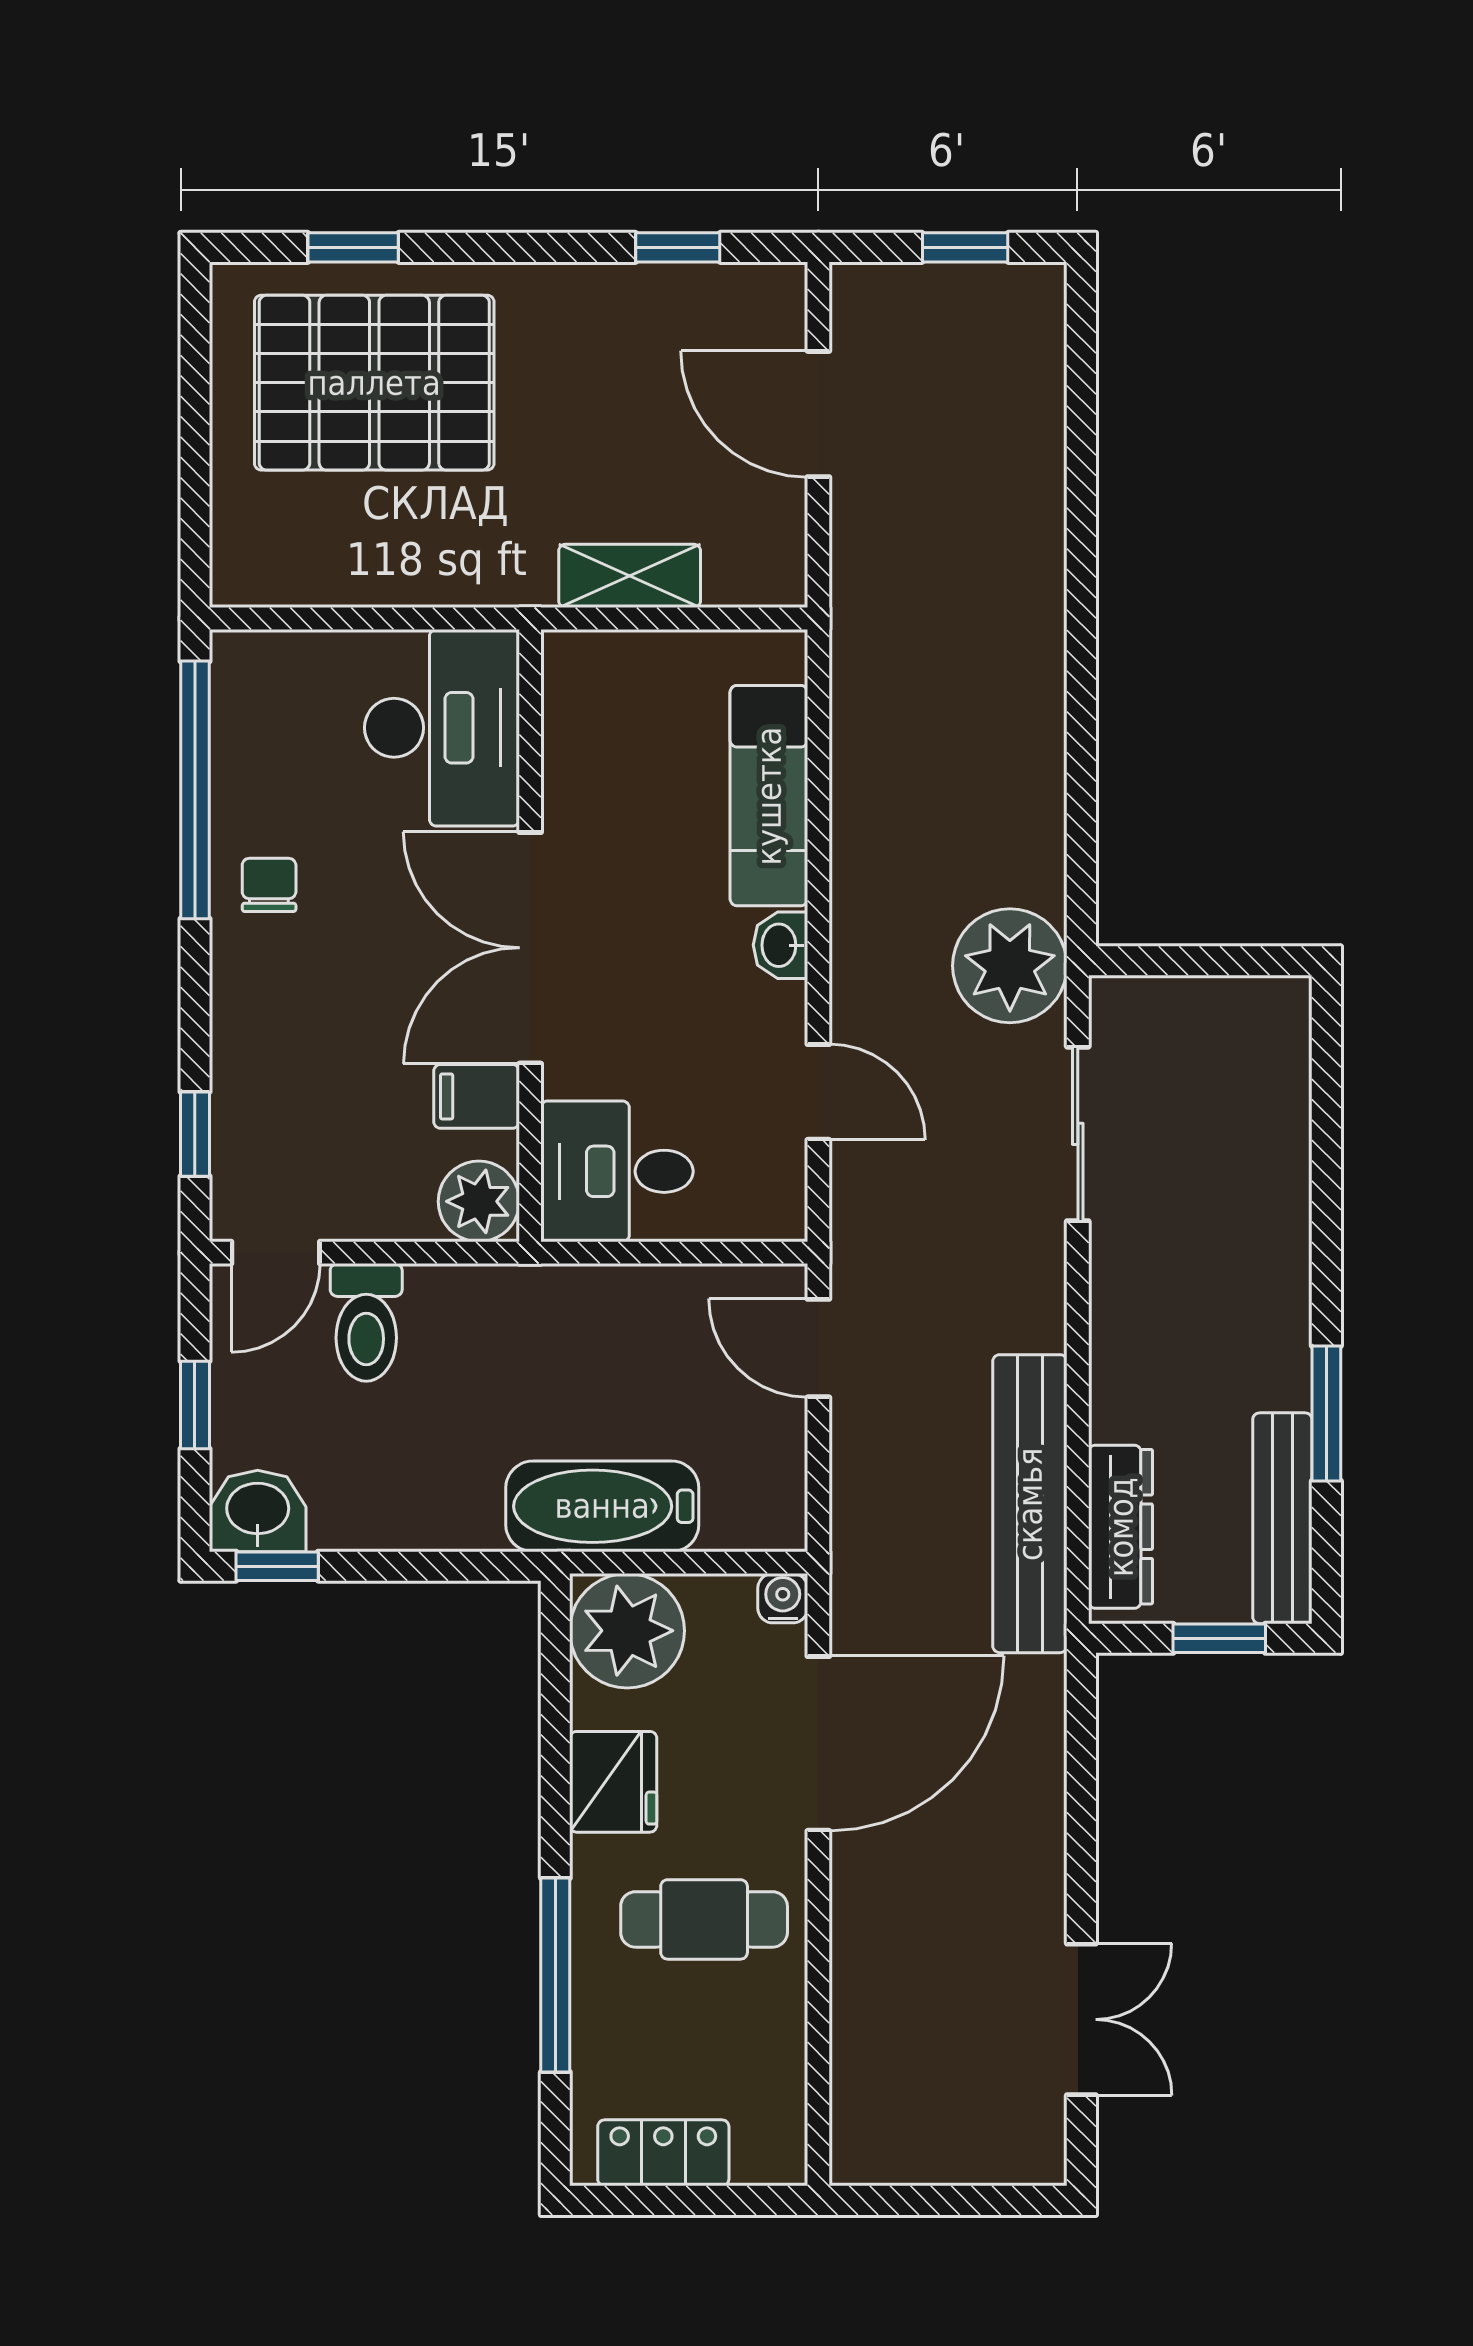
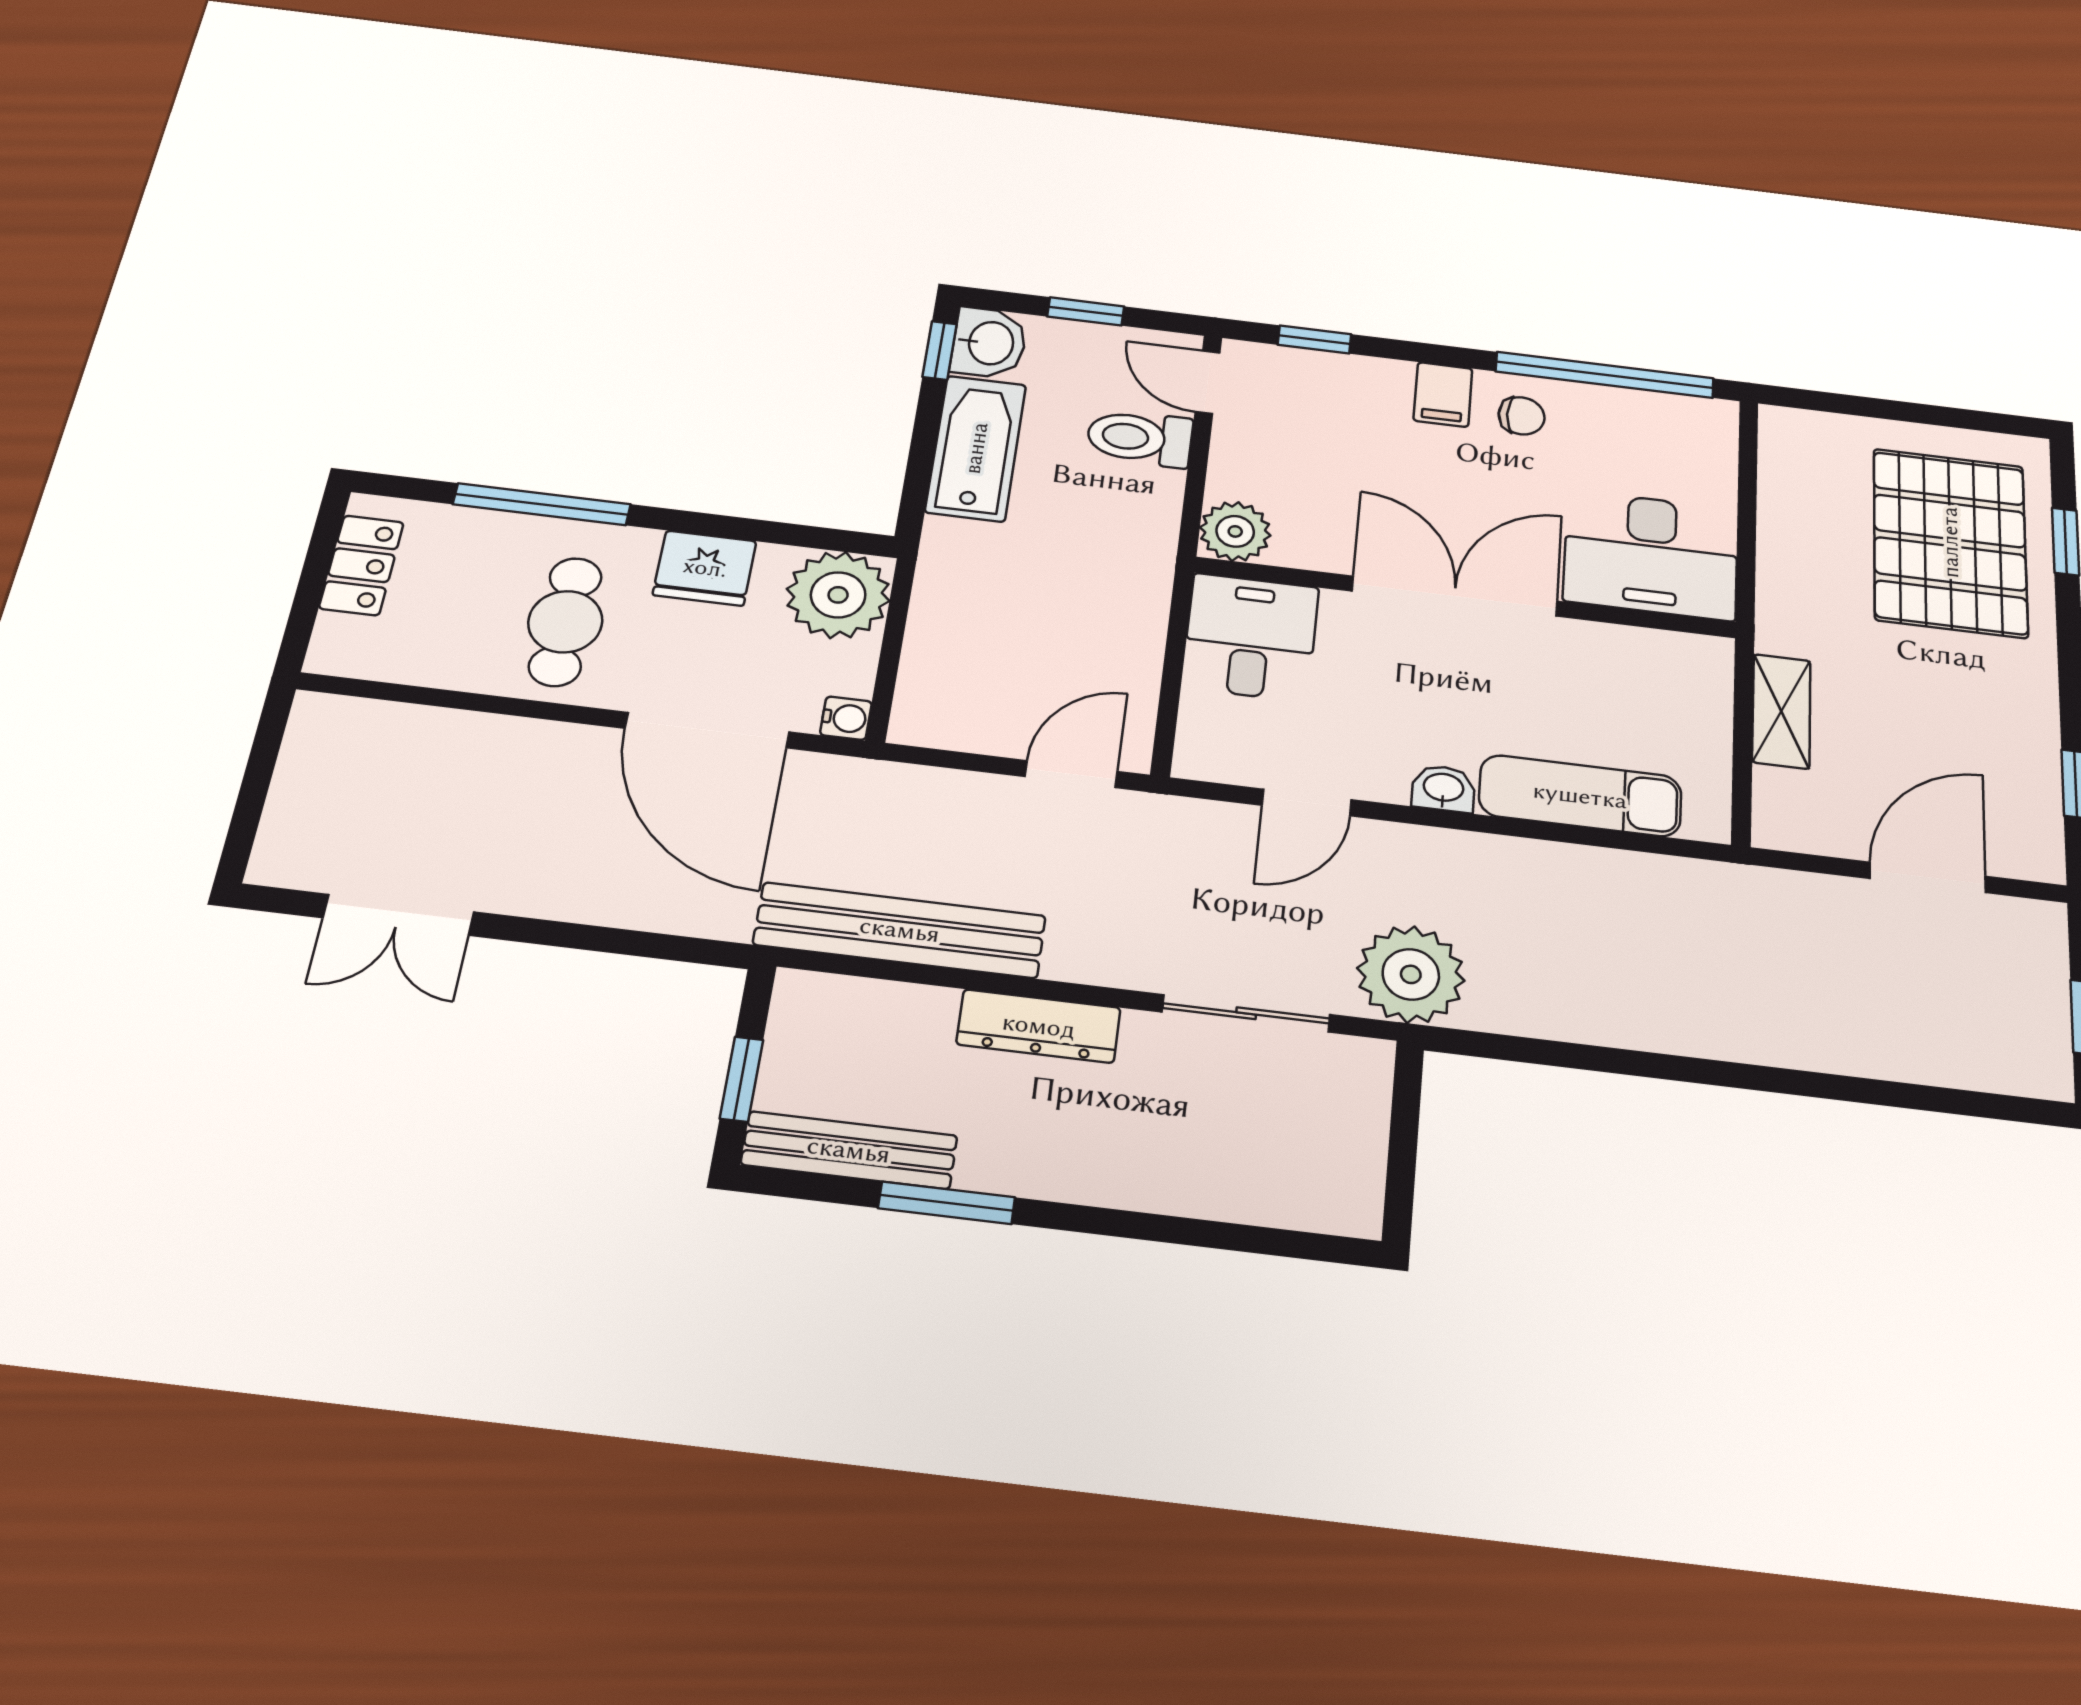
filing cabinet: (477, 1096) -> (1443, 394), moved, turned 180
bathtub: (602, 1506) -> (976, 448), moved
dresser: (1121, 1527) -> (1039, 1026), moved

